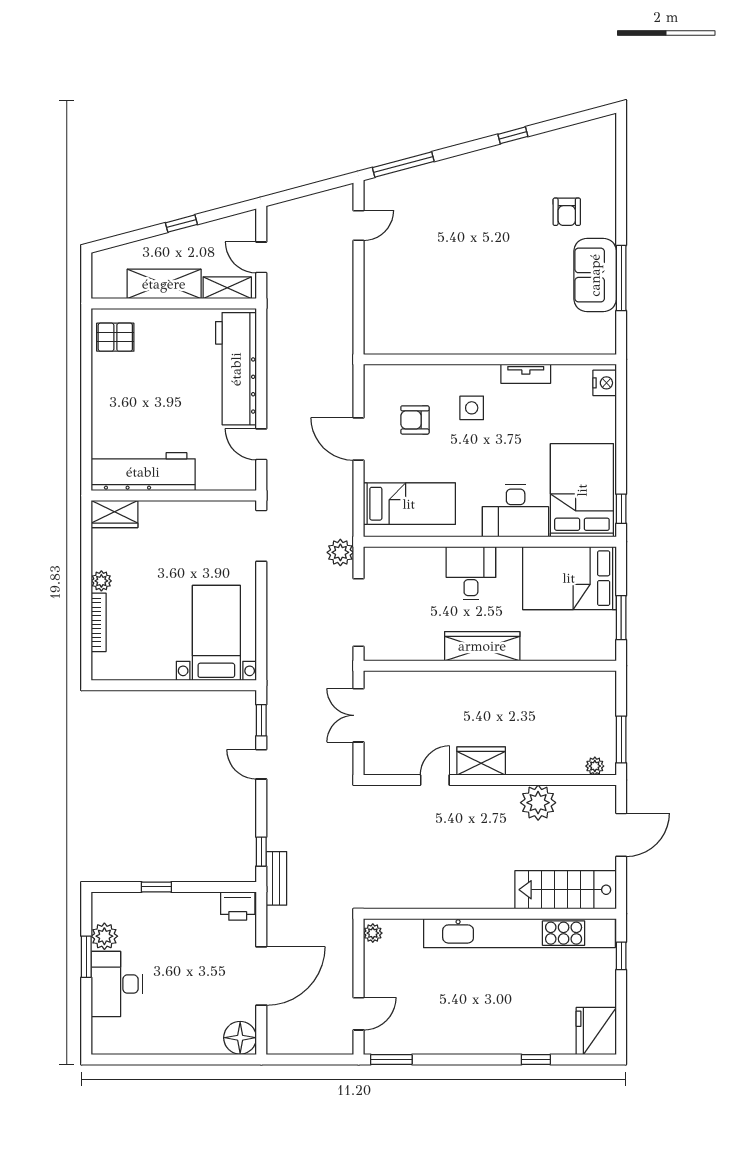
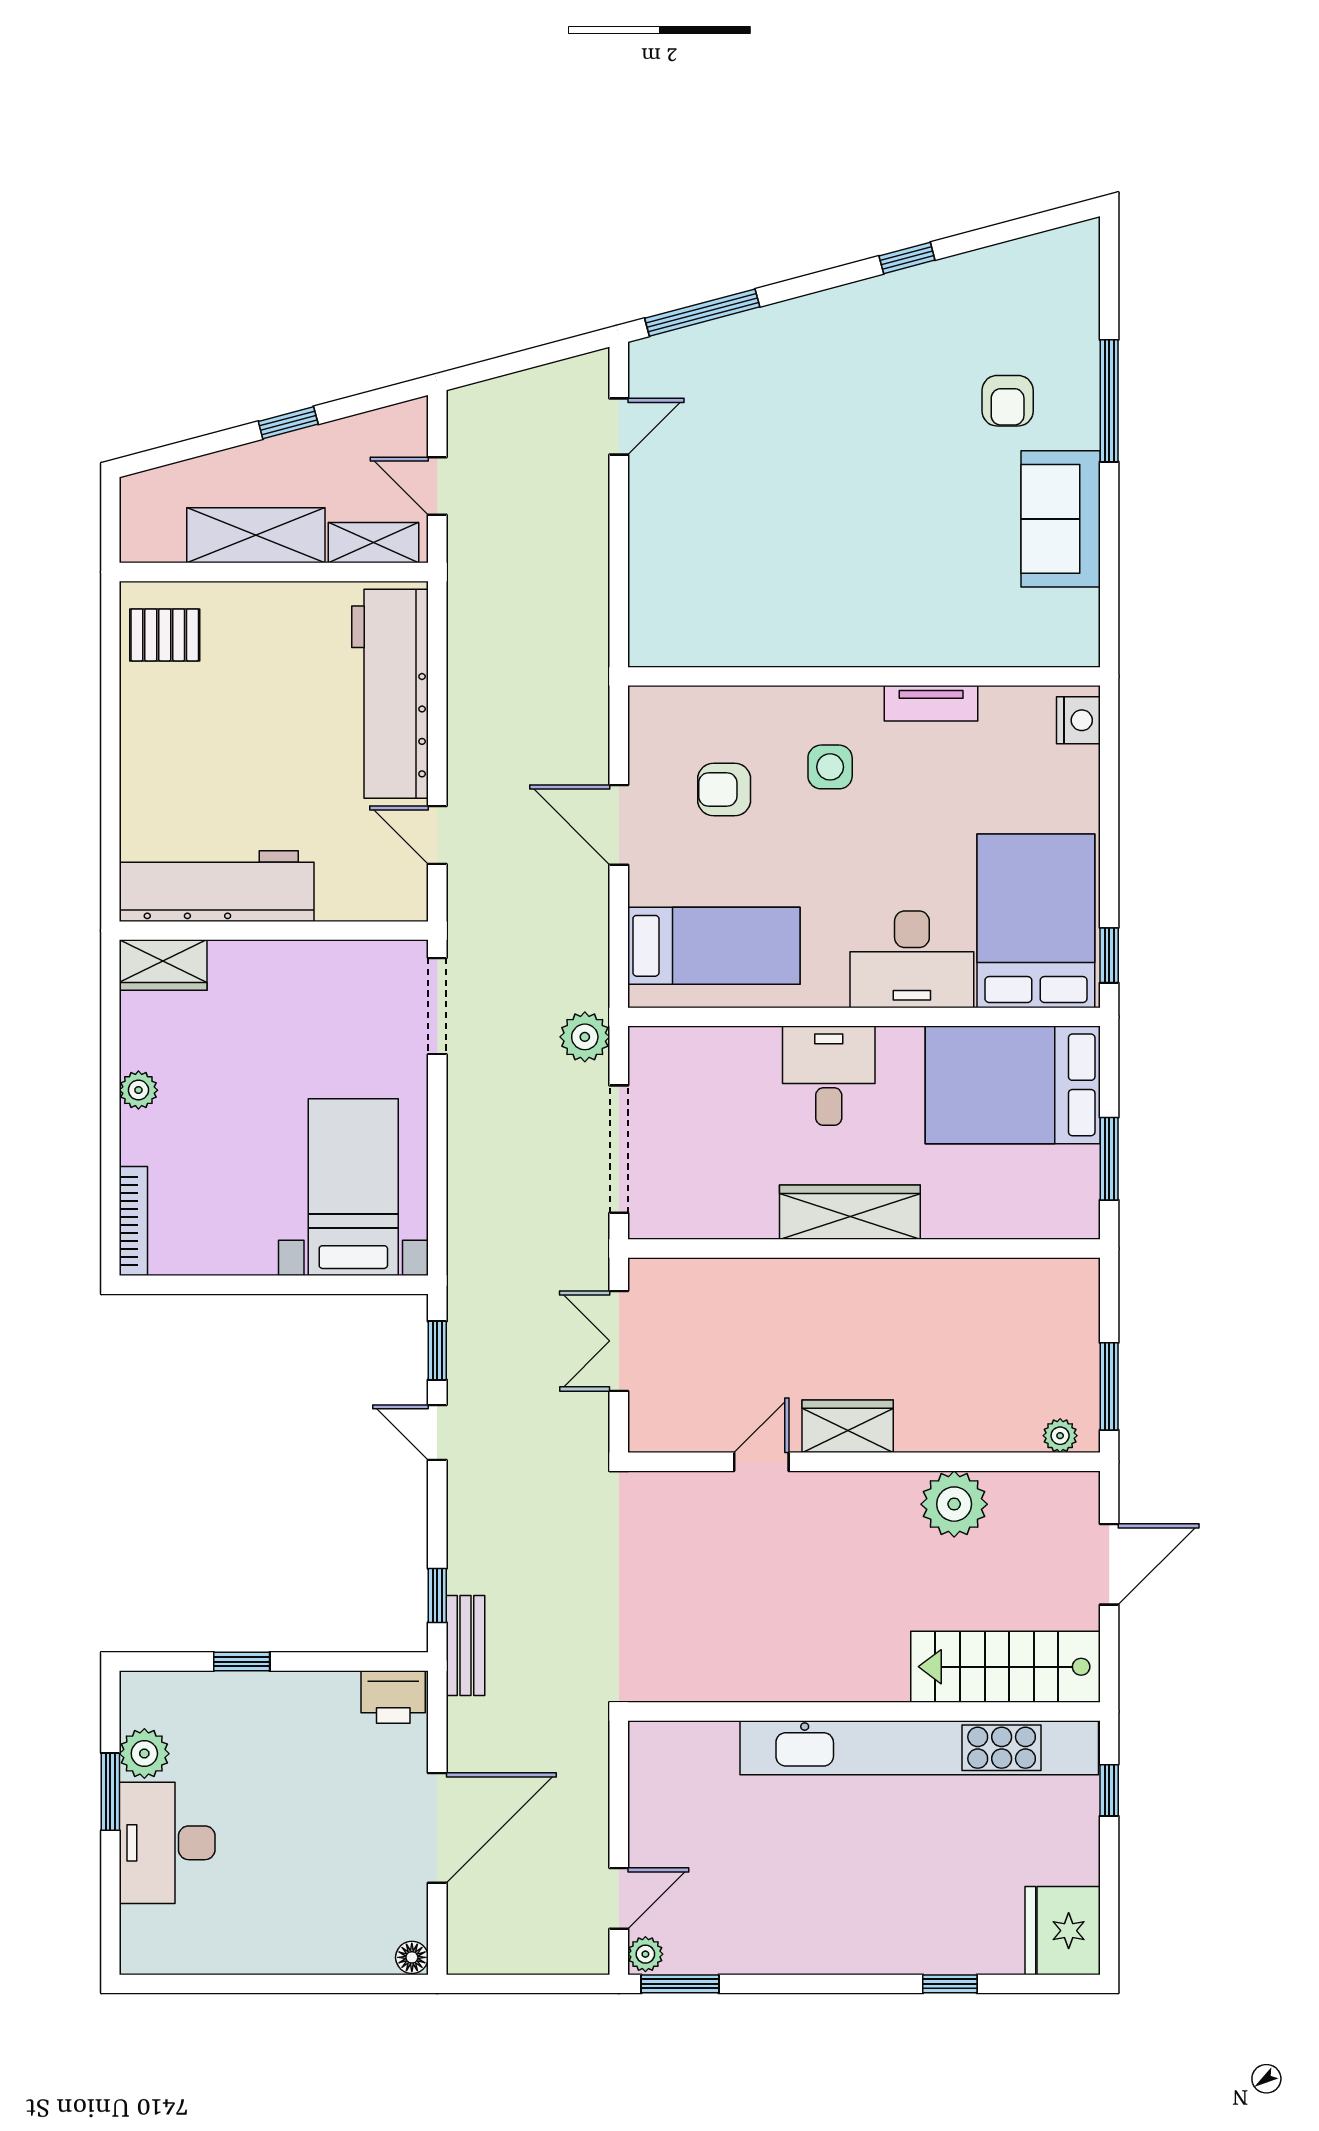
window: (621, 278) -> (1109, 401), moved
bookcase: (99, 622) -> (133, 1221), moved
plant: (373, 933) -> (645, 1954), moved
floor lamp: (240, 1038) -> (412, 1957), width x0.53, depth x0.53

